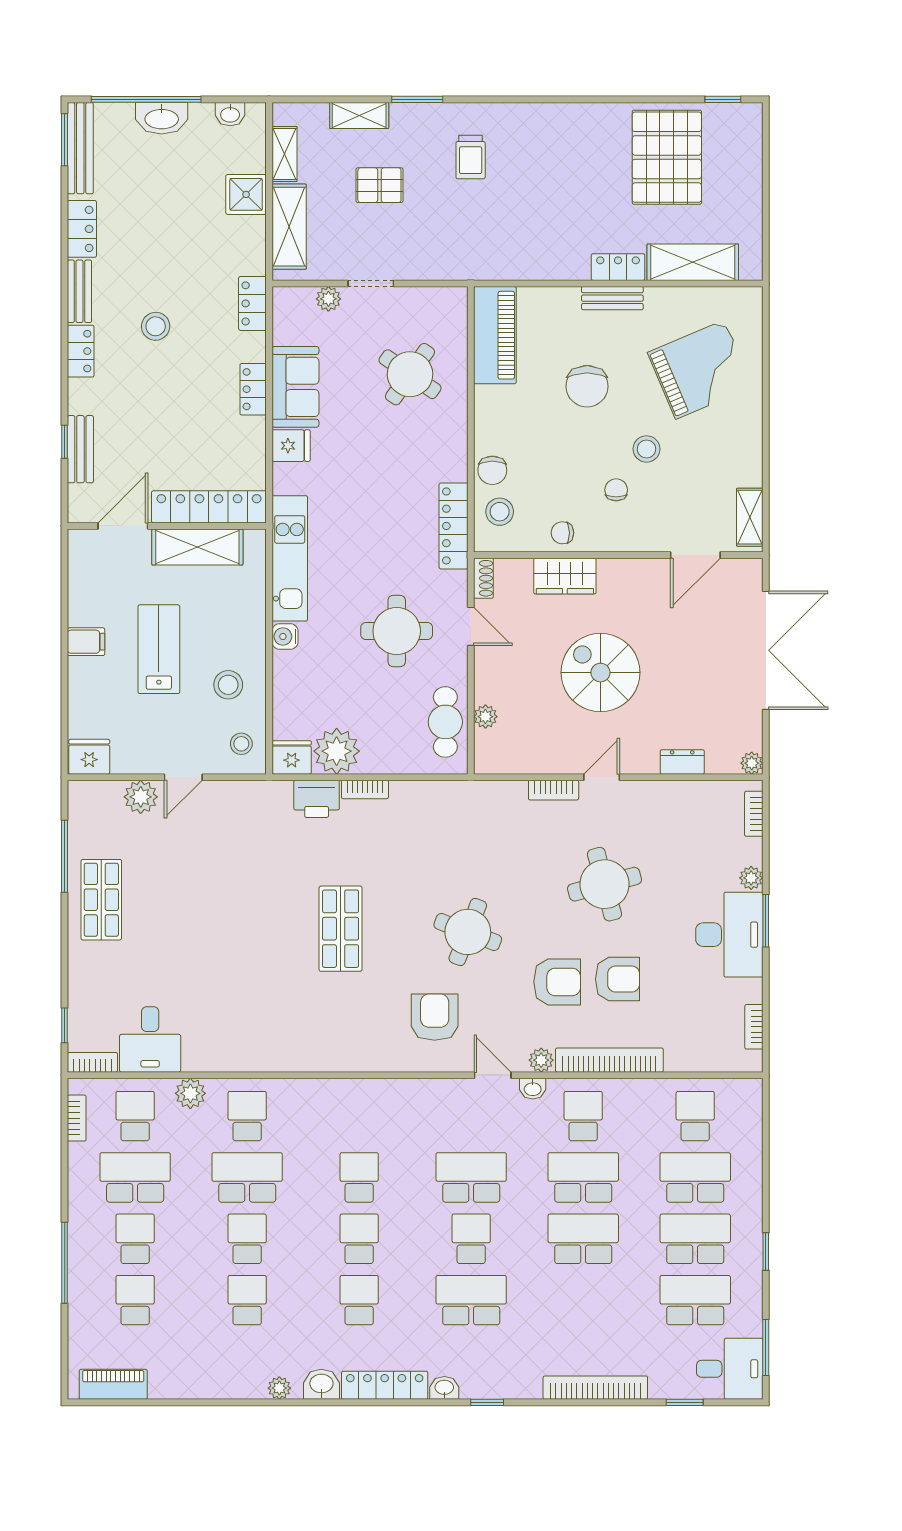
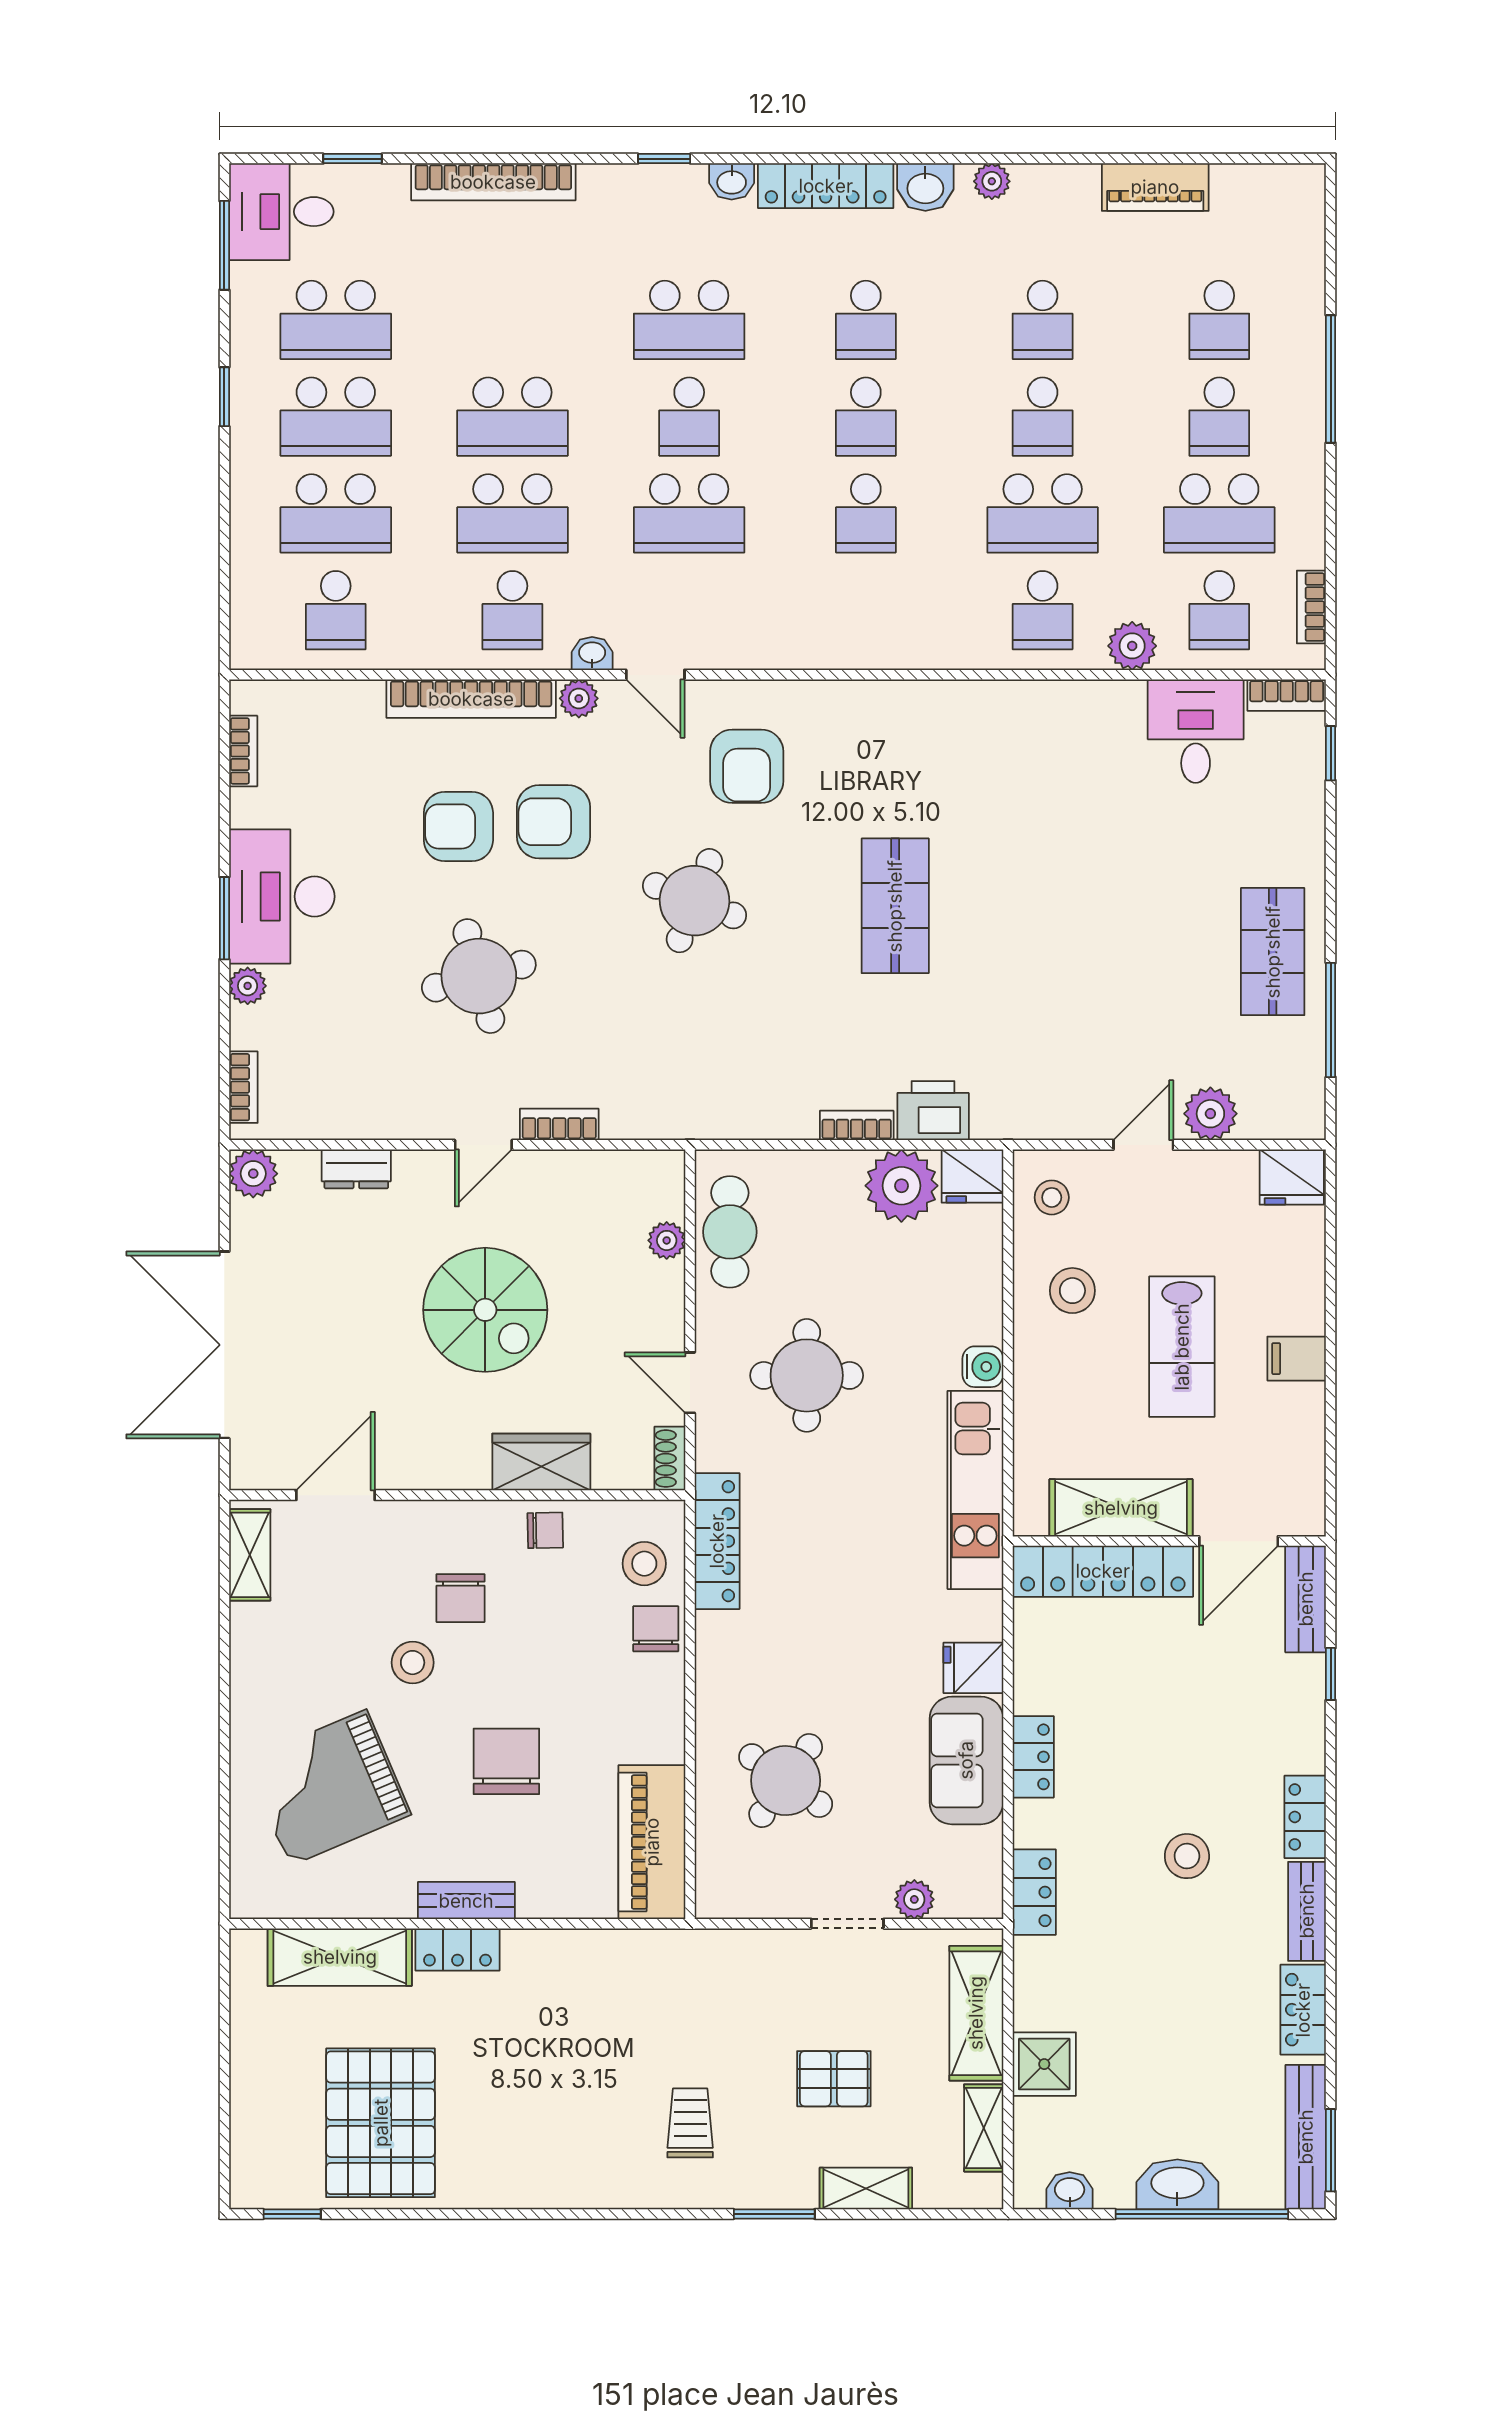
bench: (80, 449) -> (1306, 1599), moved
chair: (616, 490) -> (460, 1598), width x1.37, depth x1.37
plant: (752, 763) -> (253, 1174), width x1.38, depth x1.38
piano: (113, 1384) -> (1155, 187), moved

